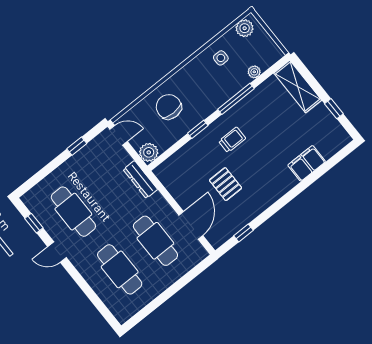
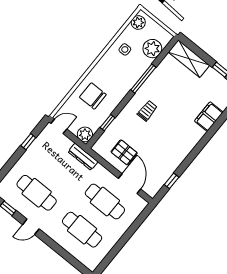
plant: (254, 72) -> (152, 49), width x1.88, depth x1.88
window: (198, 129) -> (108, 123), moved
pallet: (226, 184) -> (124, 152), moved

